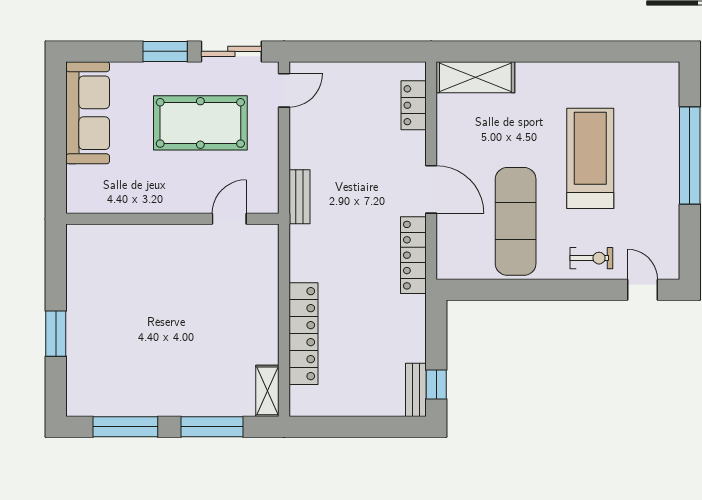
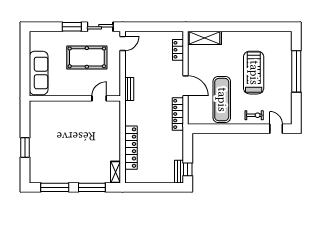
sofa: (88, 113) -> (39, 73), moved

